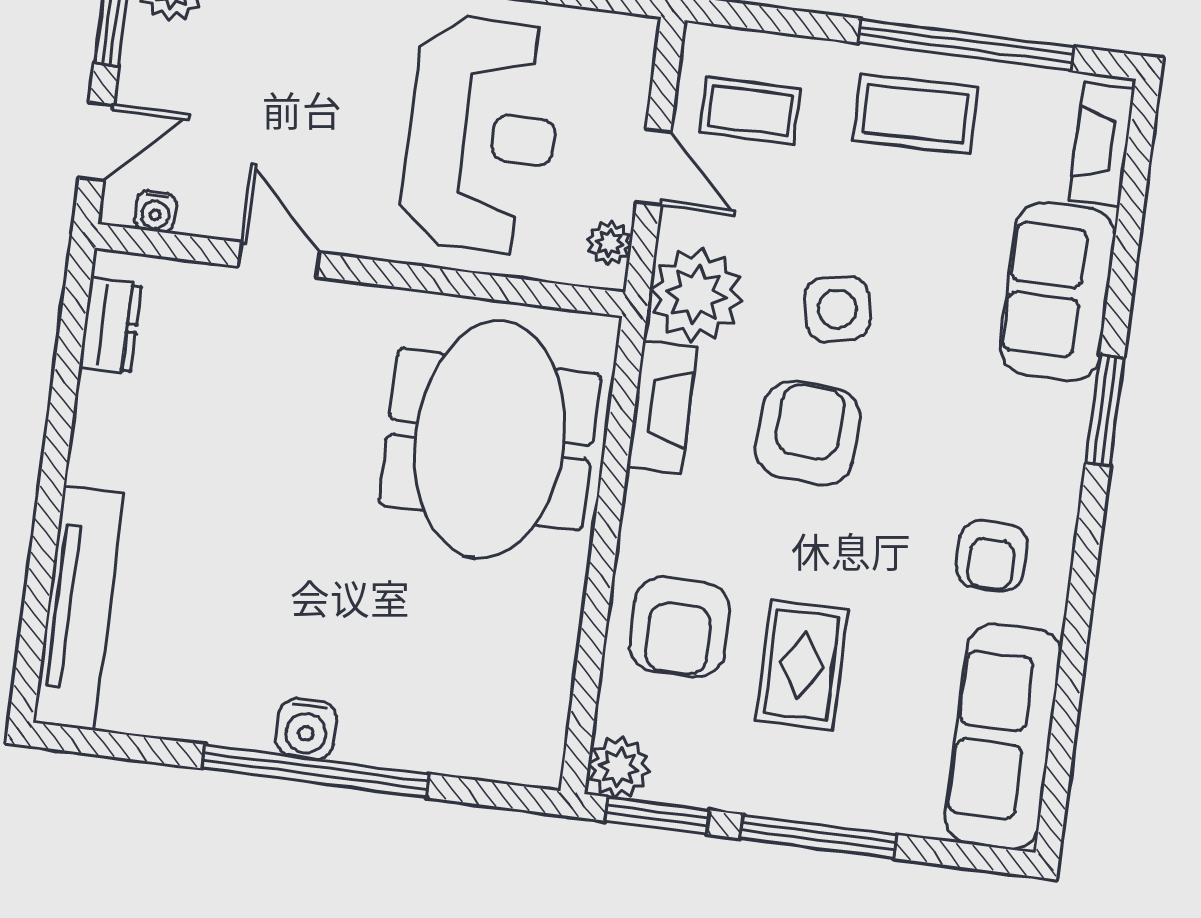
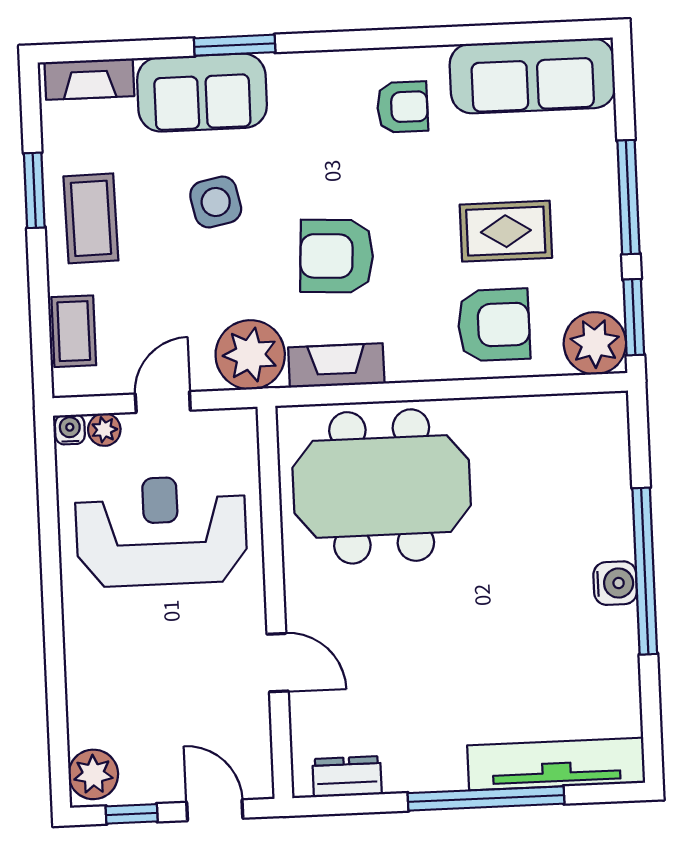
window: (966, 45) -> (34, 190), width x0.47
coffee table: (750, 111) -> (74, 331), moved
water cooler: (155, 212) -> (70, 430), moved, turned -90
plant: (610, 243) -> (104, 430), moved
door: (279, 260) -> (278, 663), swing flipped
side table: (837, 309) -> (216, 202), moved
window: (1105, 410) -> (235, 45), moved
window: (49, 506) -> (486, 798), added
plant: (619, 767) -> (595, 343), width x1.36, depth x1.36

